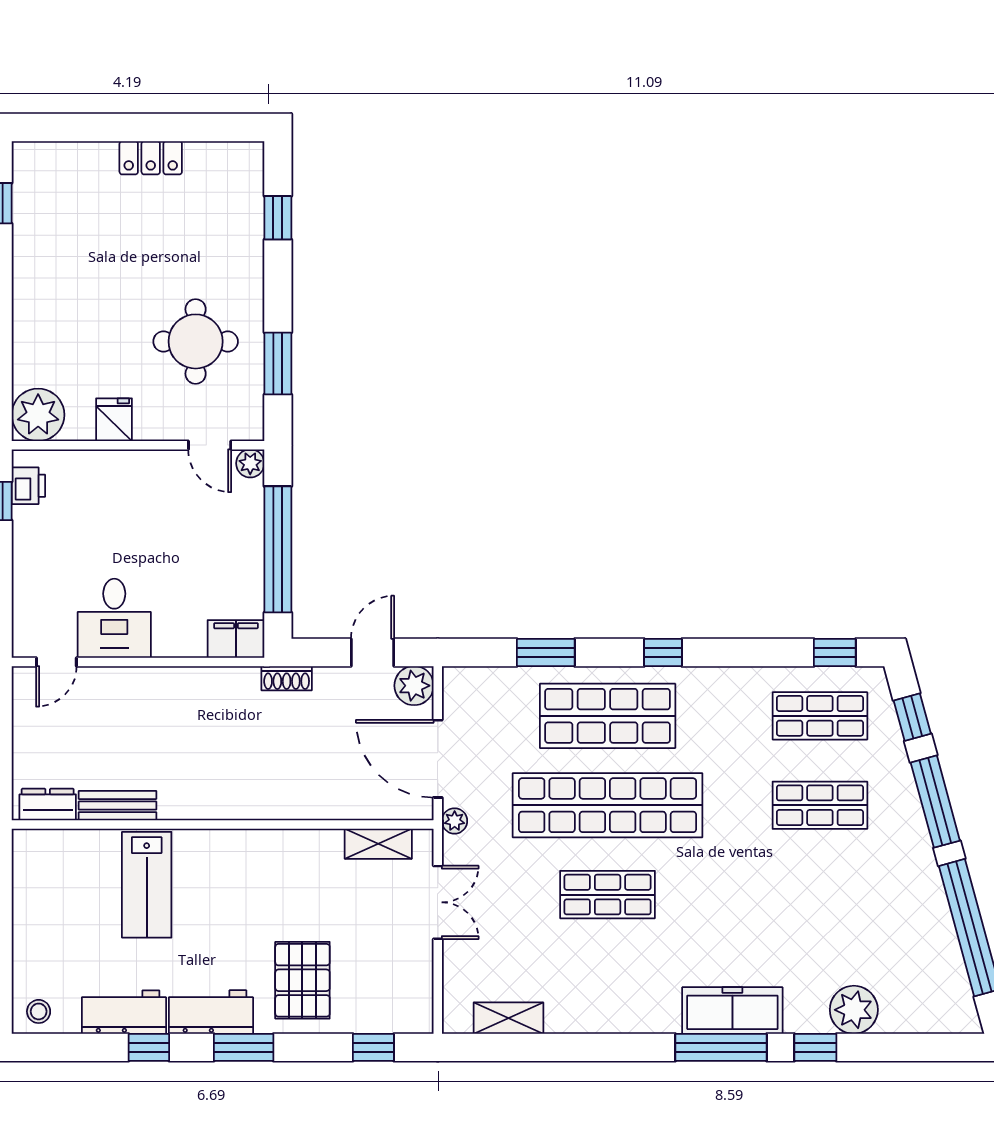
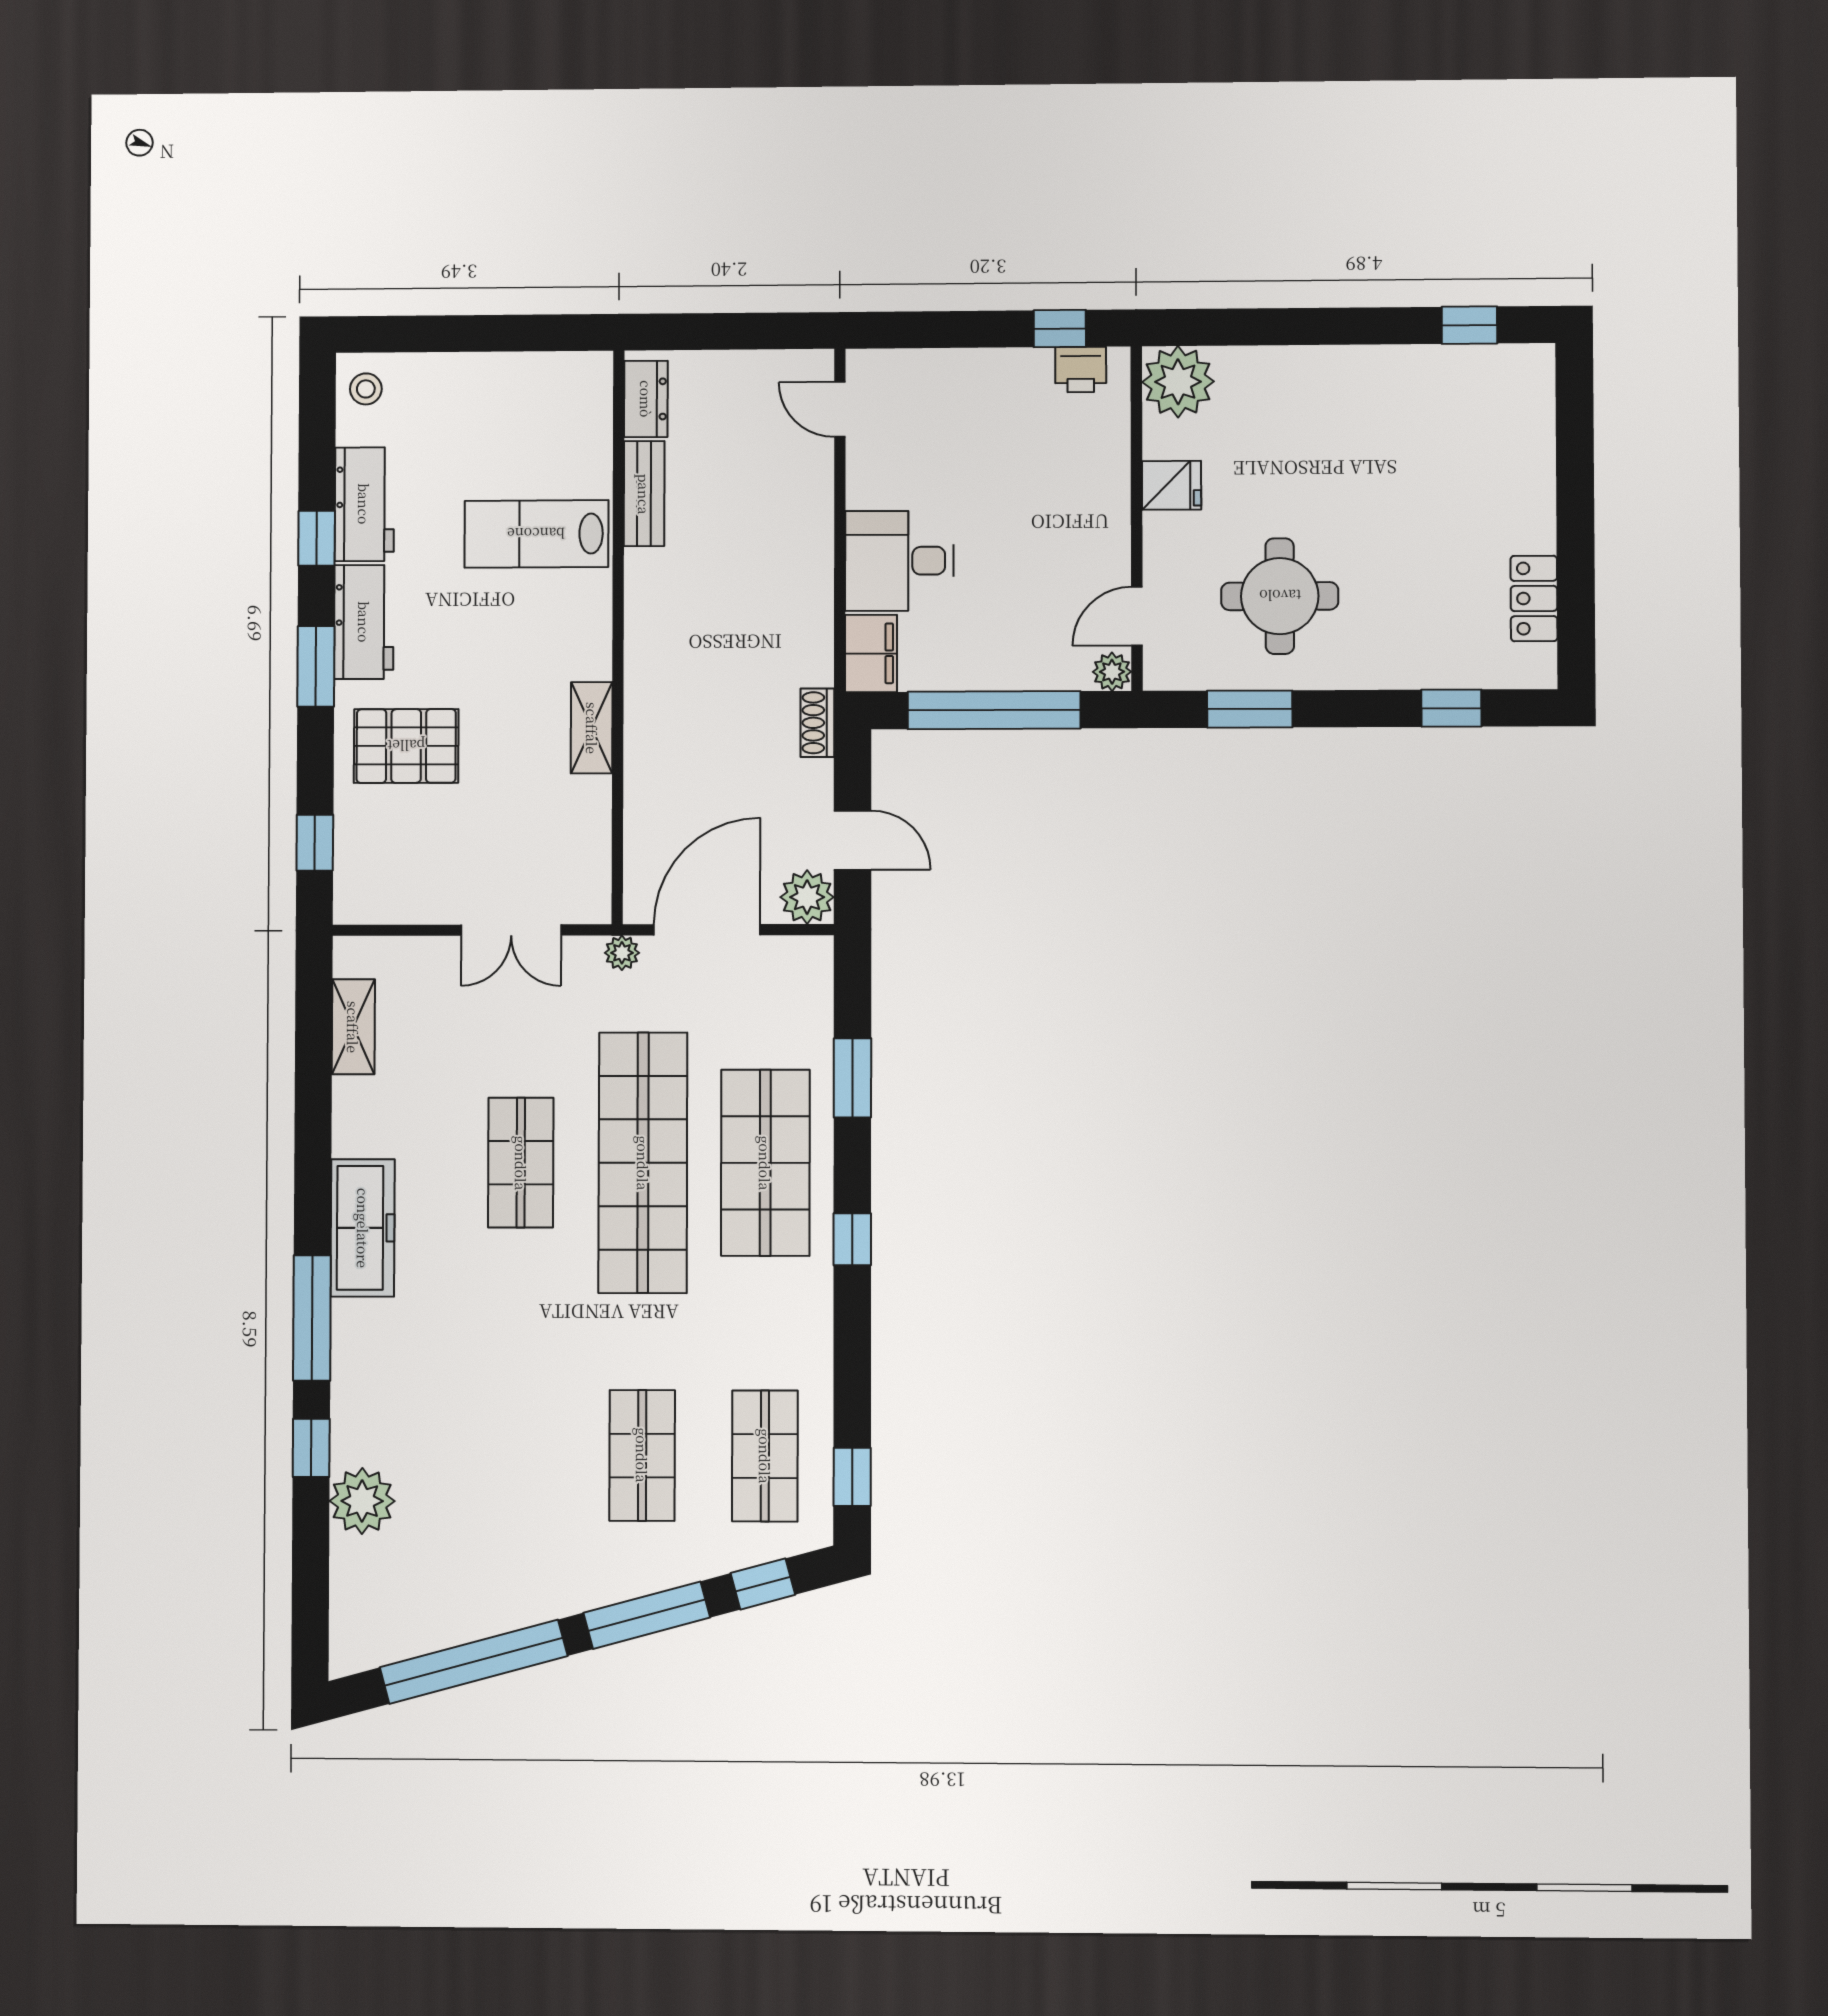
locker: (151, 158) -> (1534, 598), moved
desk: (114, 618) -> (899, 561), moved
shelving: (378, 844) -> (592, 728), moved
freezer: (732, 1010) -> (363, 1228), moved

